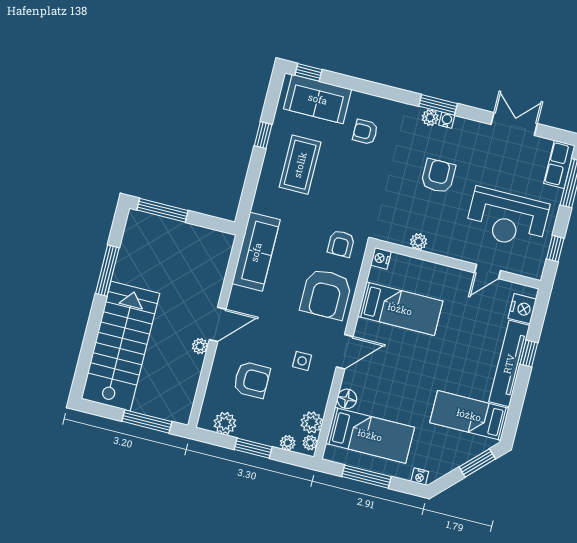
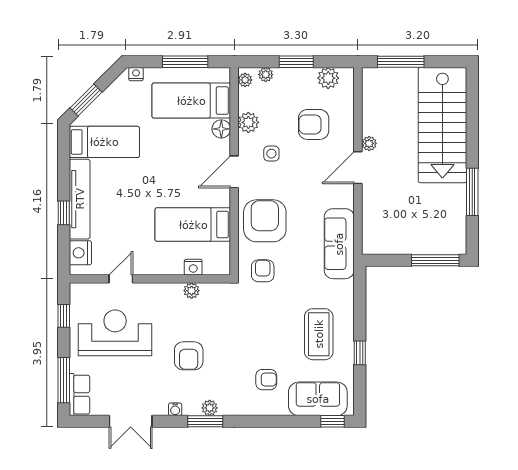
water cooler: (447, 120) -> (175, 409), moved
nightstand: (381, 258) -> (193, 267), moved, turned 90
plant: (312, 422) -> (248, 122), moved

